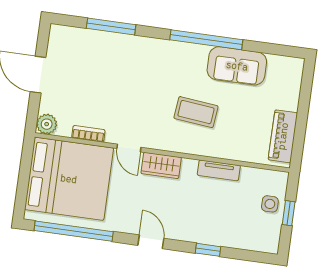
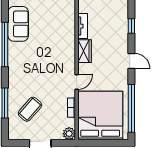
coffee table: (196, 112) -> (30, 109), moved, turned 35
wardrobe: (161, 165) -> (84, 51), moved
door: (151, 242) -> (131, 61), swing flipped

